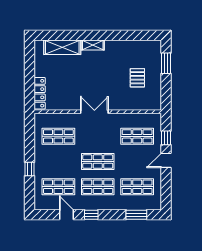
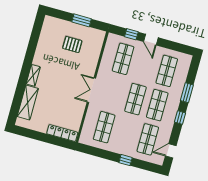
window: (166, 63) -> (82, 20), moved
door: (67, 215) -> (171, 151), moved
window: (136, 215) -> (187, 93), moved

